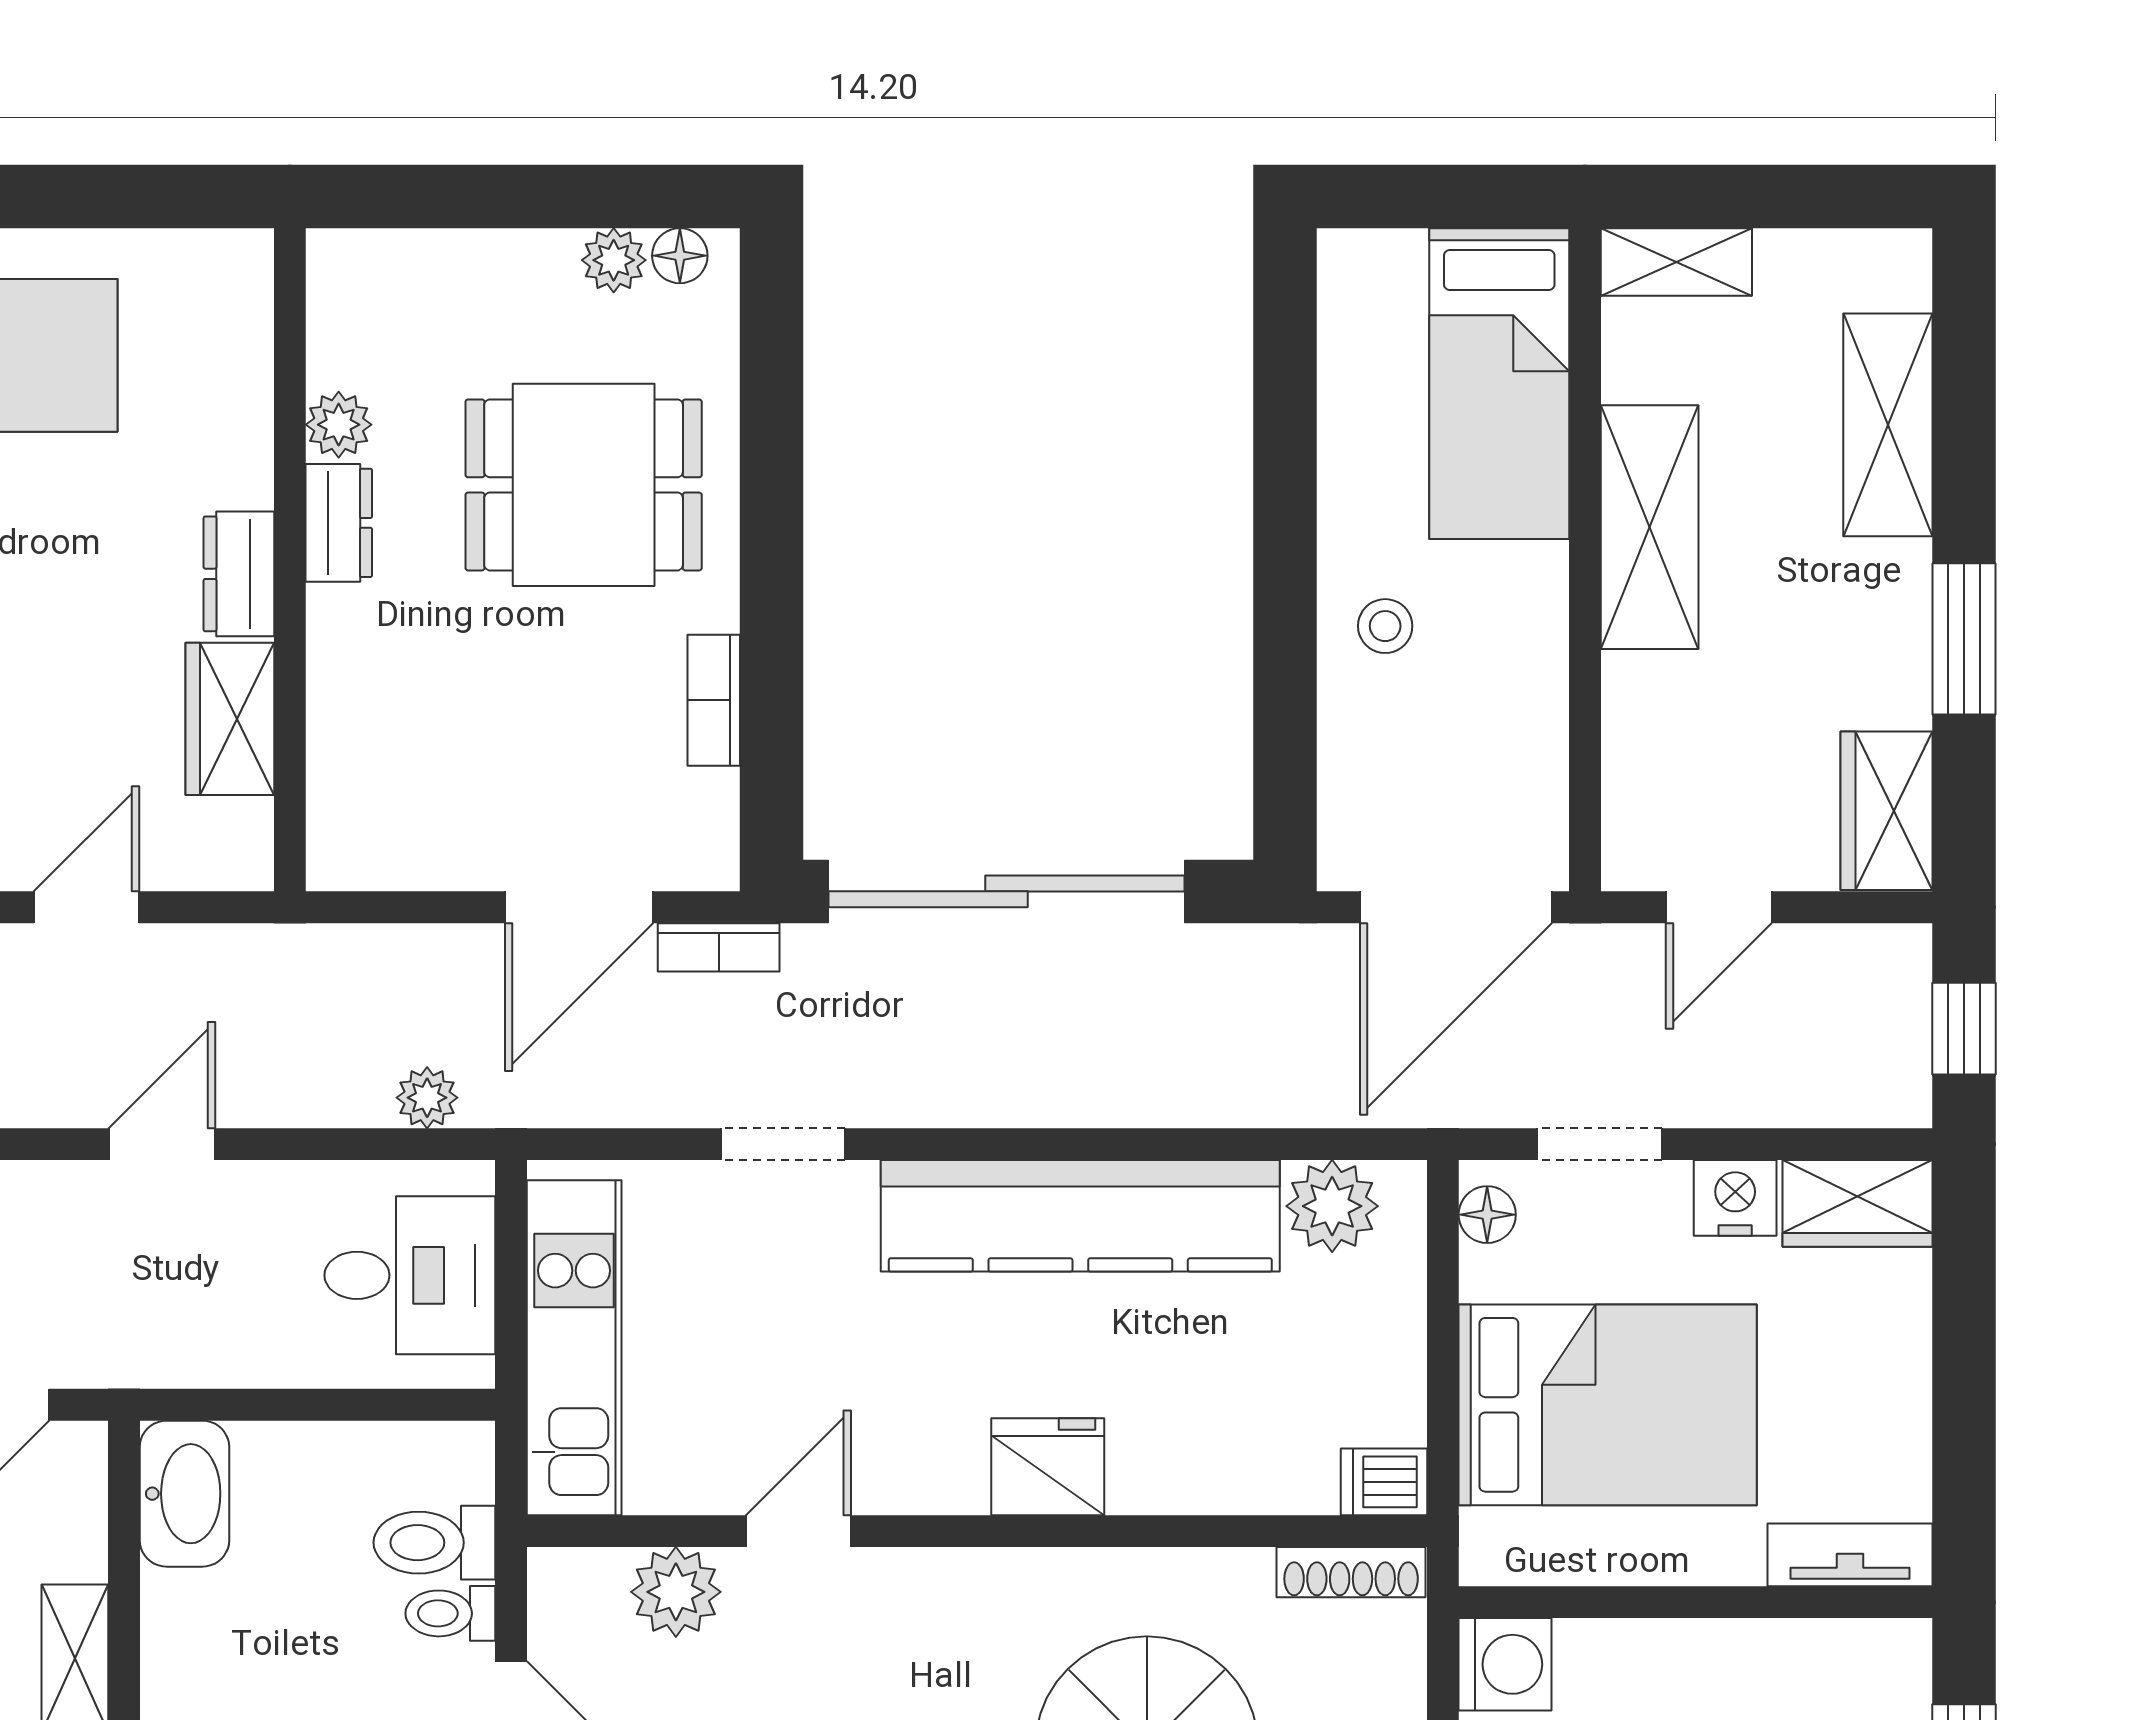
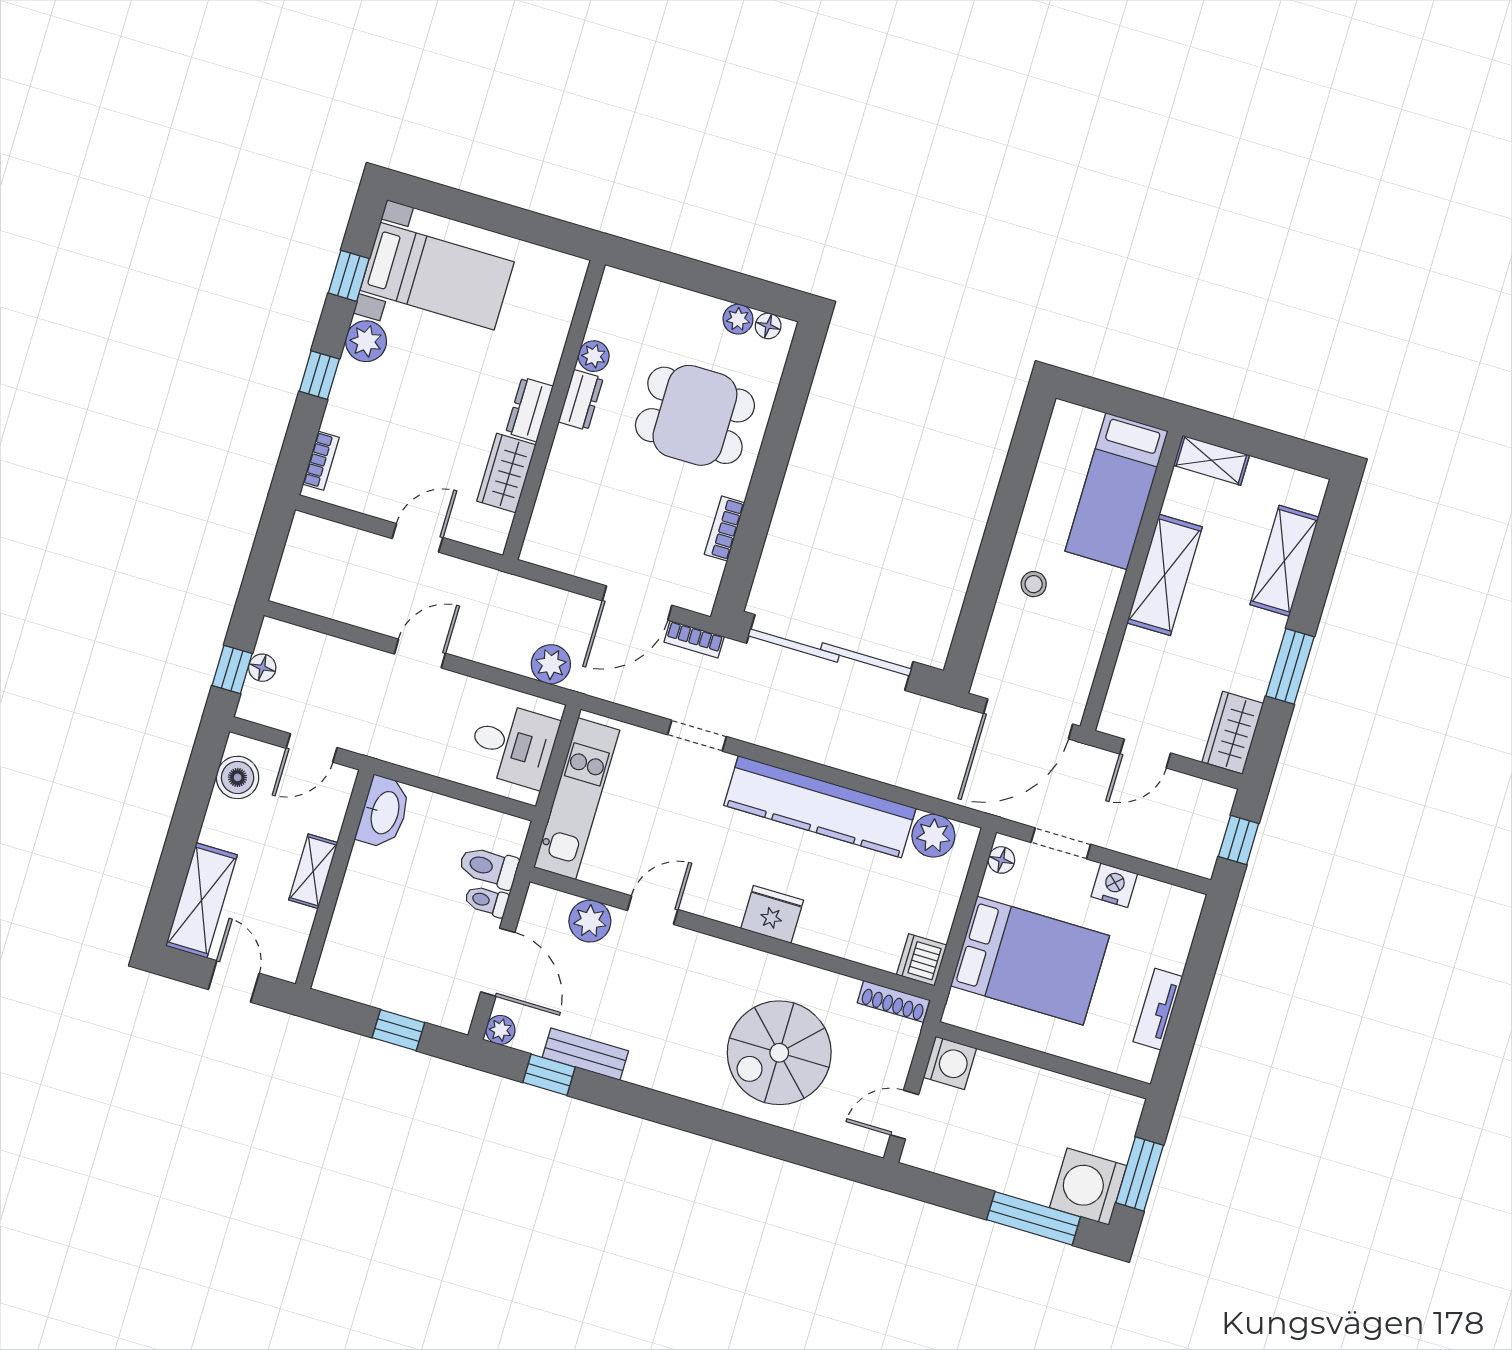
plant: (427, 1098) -> (551, 664), width x1.38, depth x1.38
wardrobe: (1858, 1203) -> (1168, 904), removed
dishwasher: (1384, 1482) -> (922, 960), width x1.38
tv unit: (1850, 1555) -> (1158, 1009), moved, turned -90

